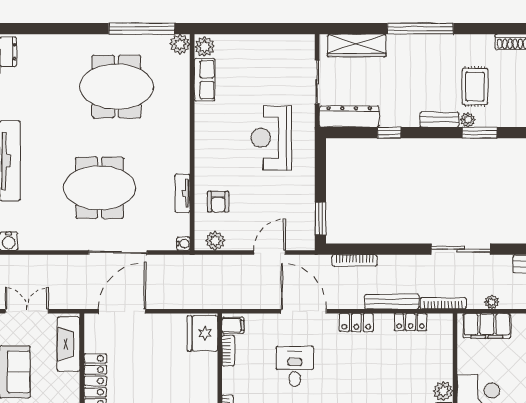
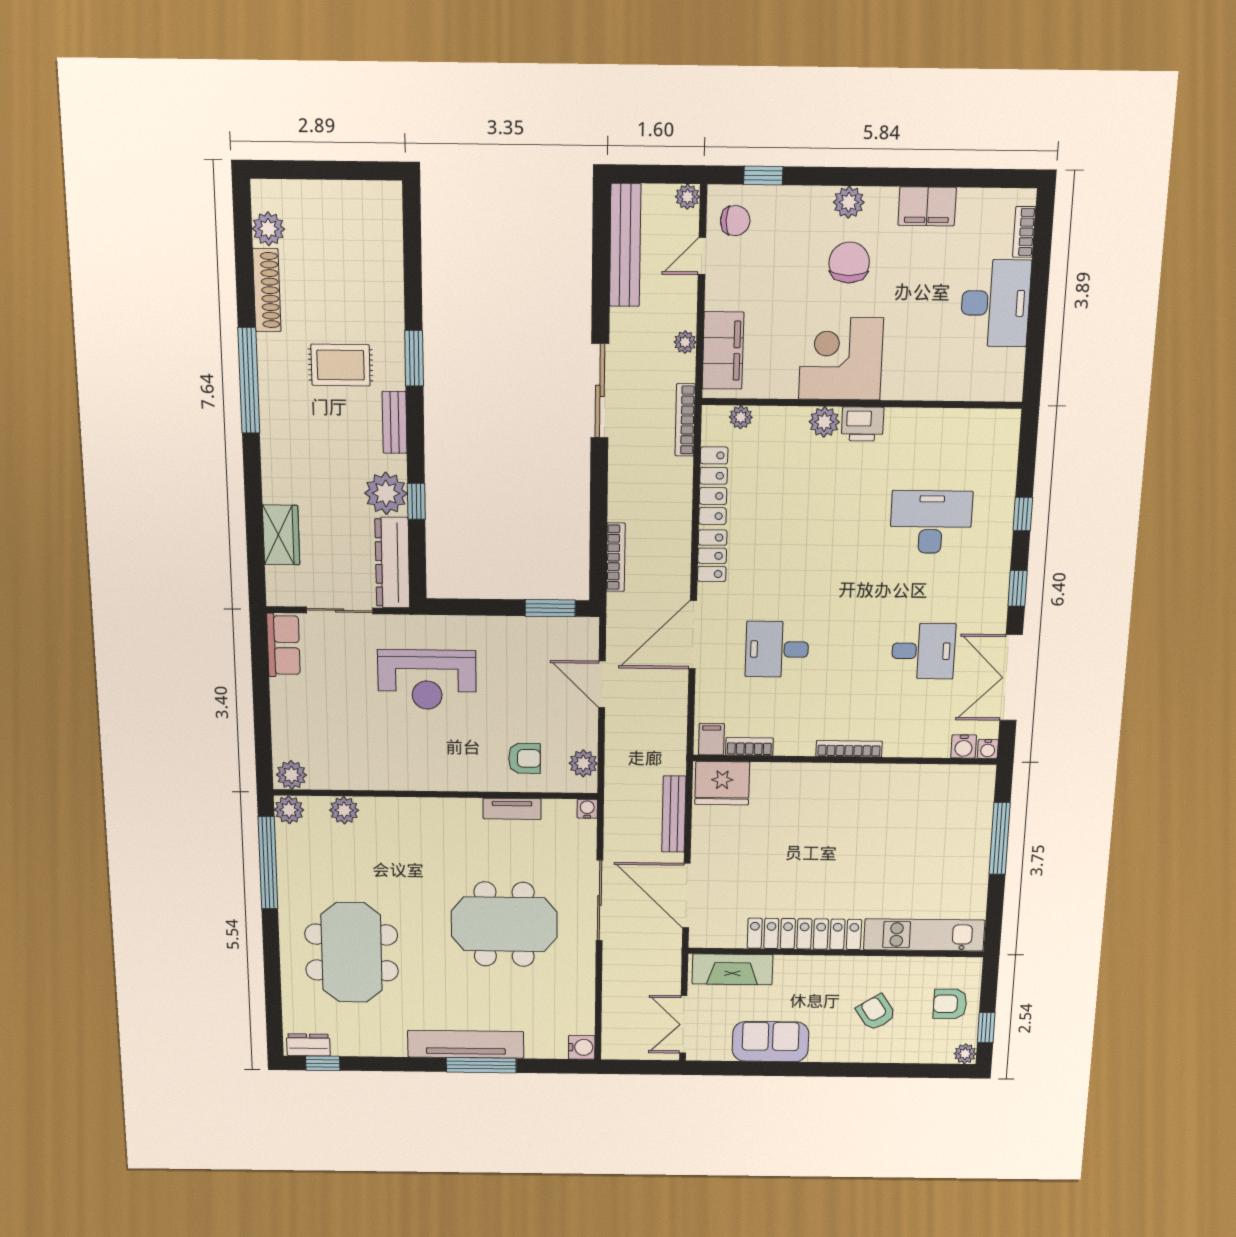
window: (420, 29) -> (249, 381), moved
wardrobe: (357, 45) -> (281, 535), width x0.67
row of seats: (205, 80) -> (283, 645), moved, turned 90
plant: (180, 81) -> (344, 810), added
meeting table: (116, 87) -> (352, 952), moved
plant: (468, 120) -> (386, 493), moved, width x1.87, depth x1.87
meeting table: (100, 188) -> (504, 924), turned 90
bench: (392, 302) -> (674, 814), moved
locker: (411, 322) -> (713, 486), width x1.53
plant: (445, 338) -> (741, 417), added

